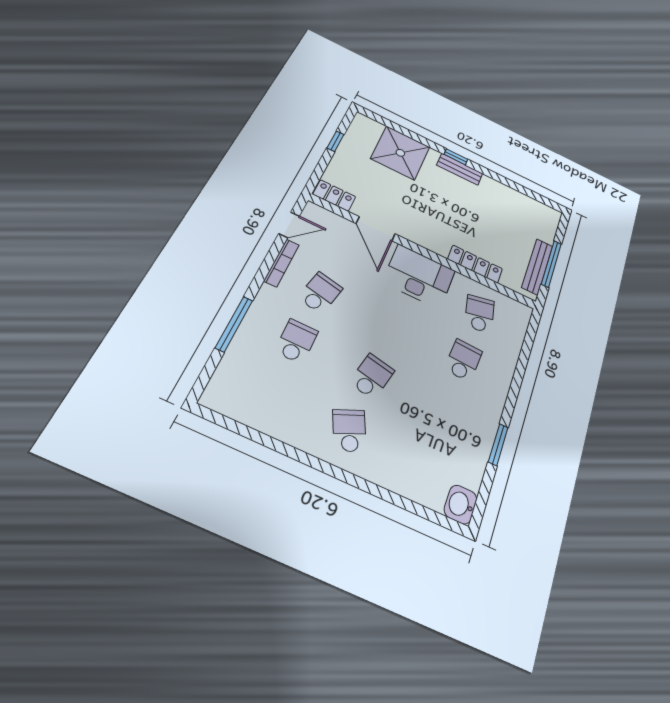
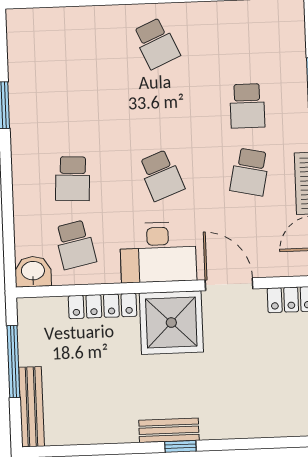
shower: (400, 153) -> (171, 323), moved
bench: (537, 267) -> (32, 407), moved
school desk: (372, 376) -> (161, 175), moved, turned -33
washbasin: (461, 504) -> (33, 272), moved, turned -90

